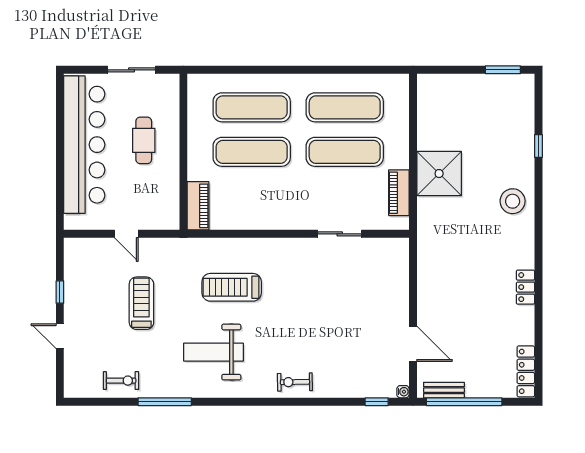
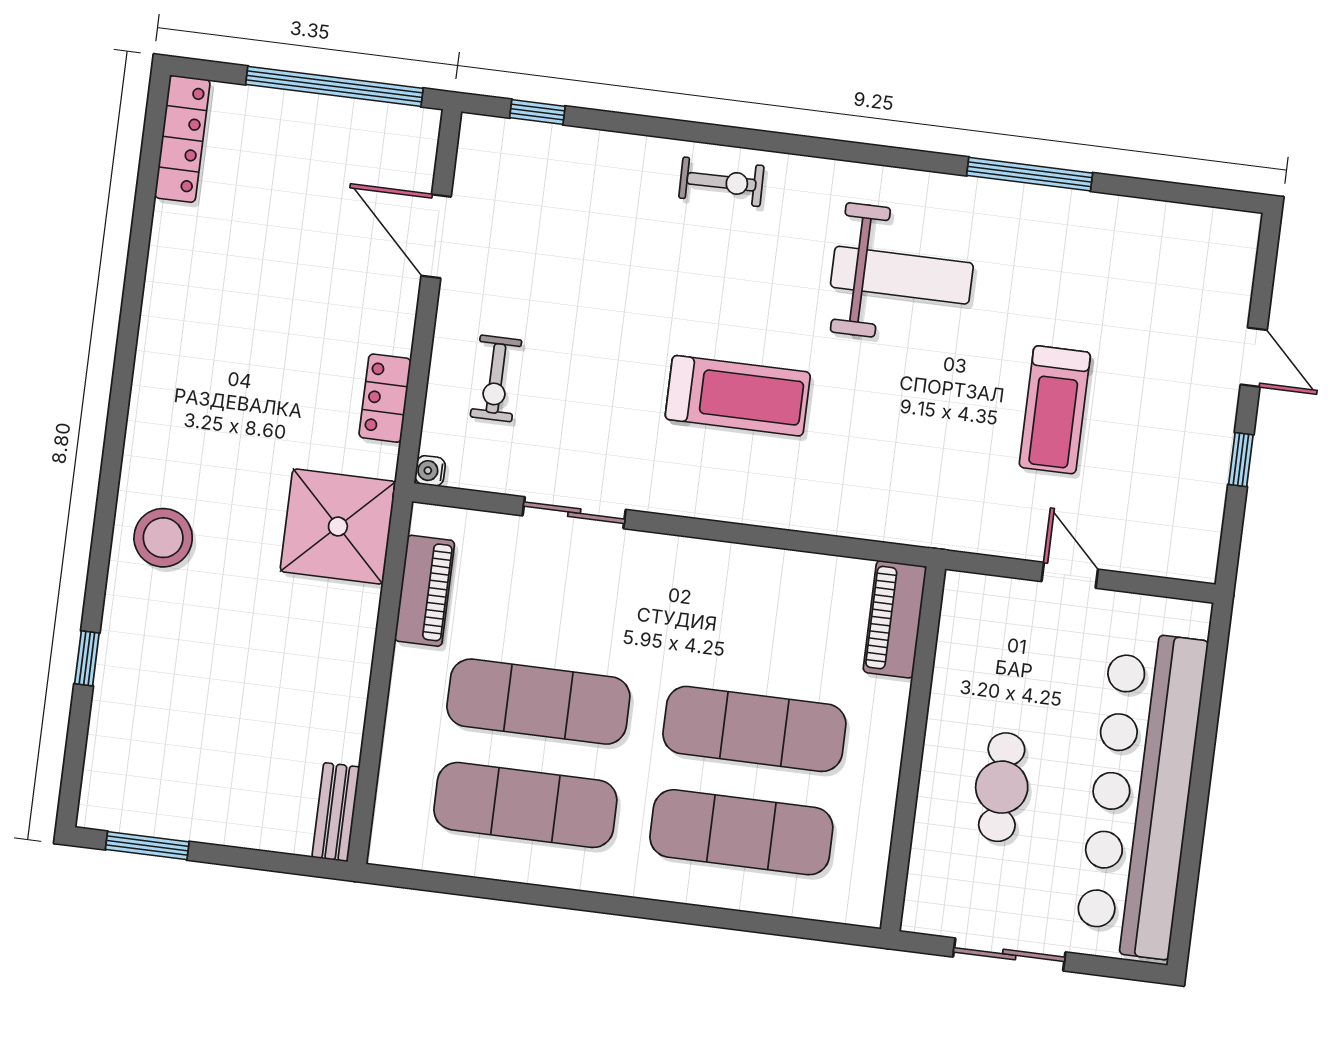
shower: (439, 174) -> (338, 526), moved
treadmill: (232, 287) -> (738, 396), moved
locker: (525, 287) -> (385, 398), moved, turned 180
exercise bike: (121, 381) -> (496, 378), moved, turned -90
bench: (444, 390) -> (336, 812), moved, turned 90
water cooler: (403, 392) -> (430, 471), moved

